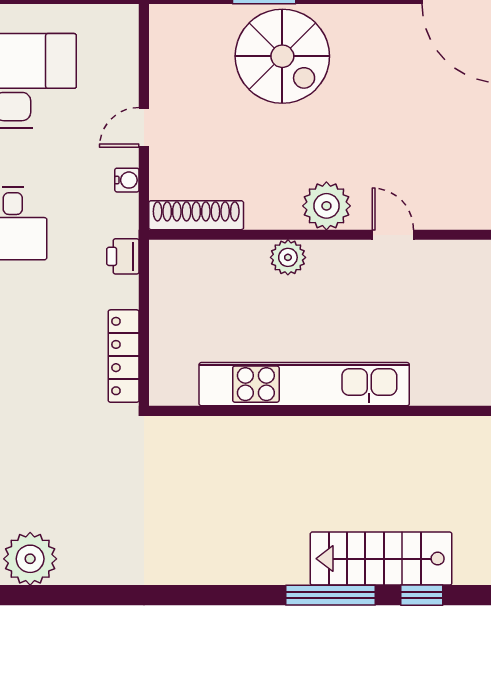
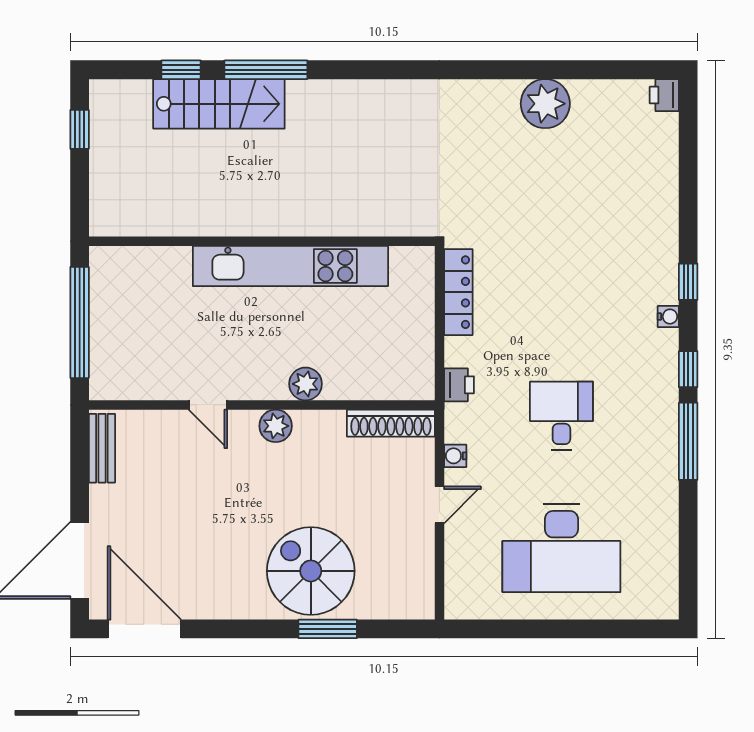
plant: (326, 206) -> (276, 426), width x0.73, depth x0.73

